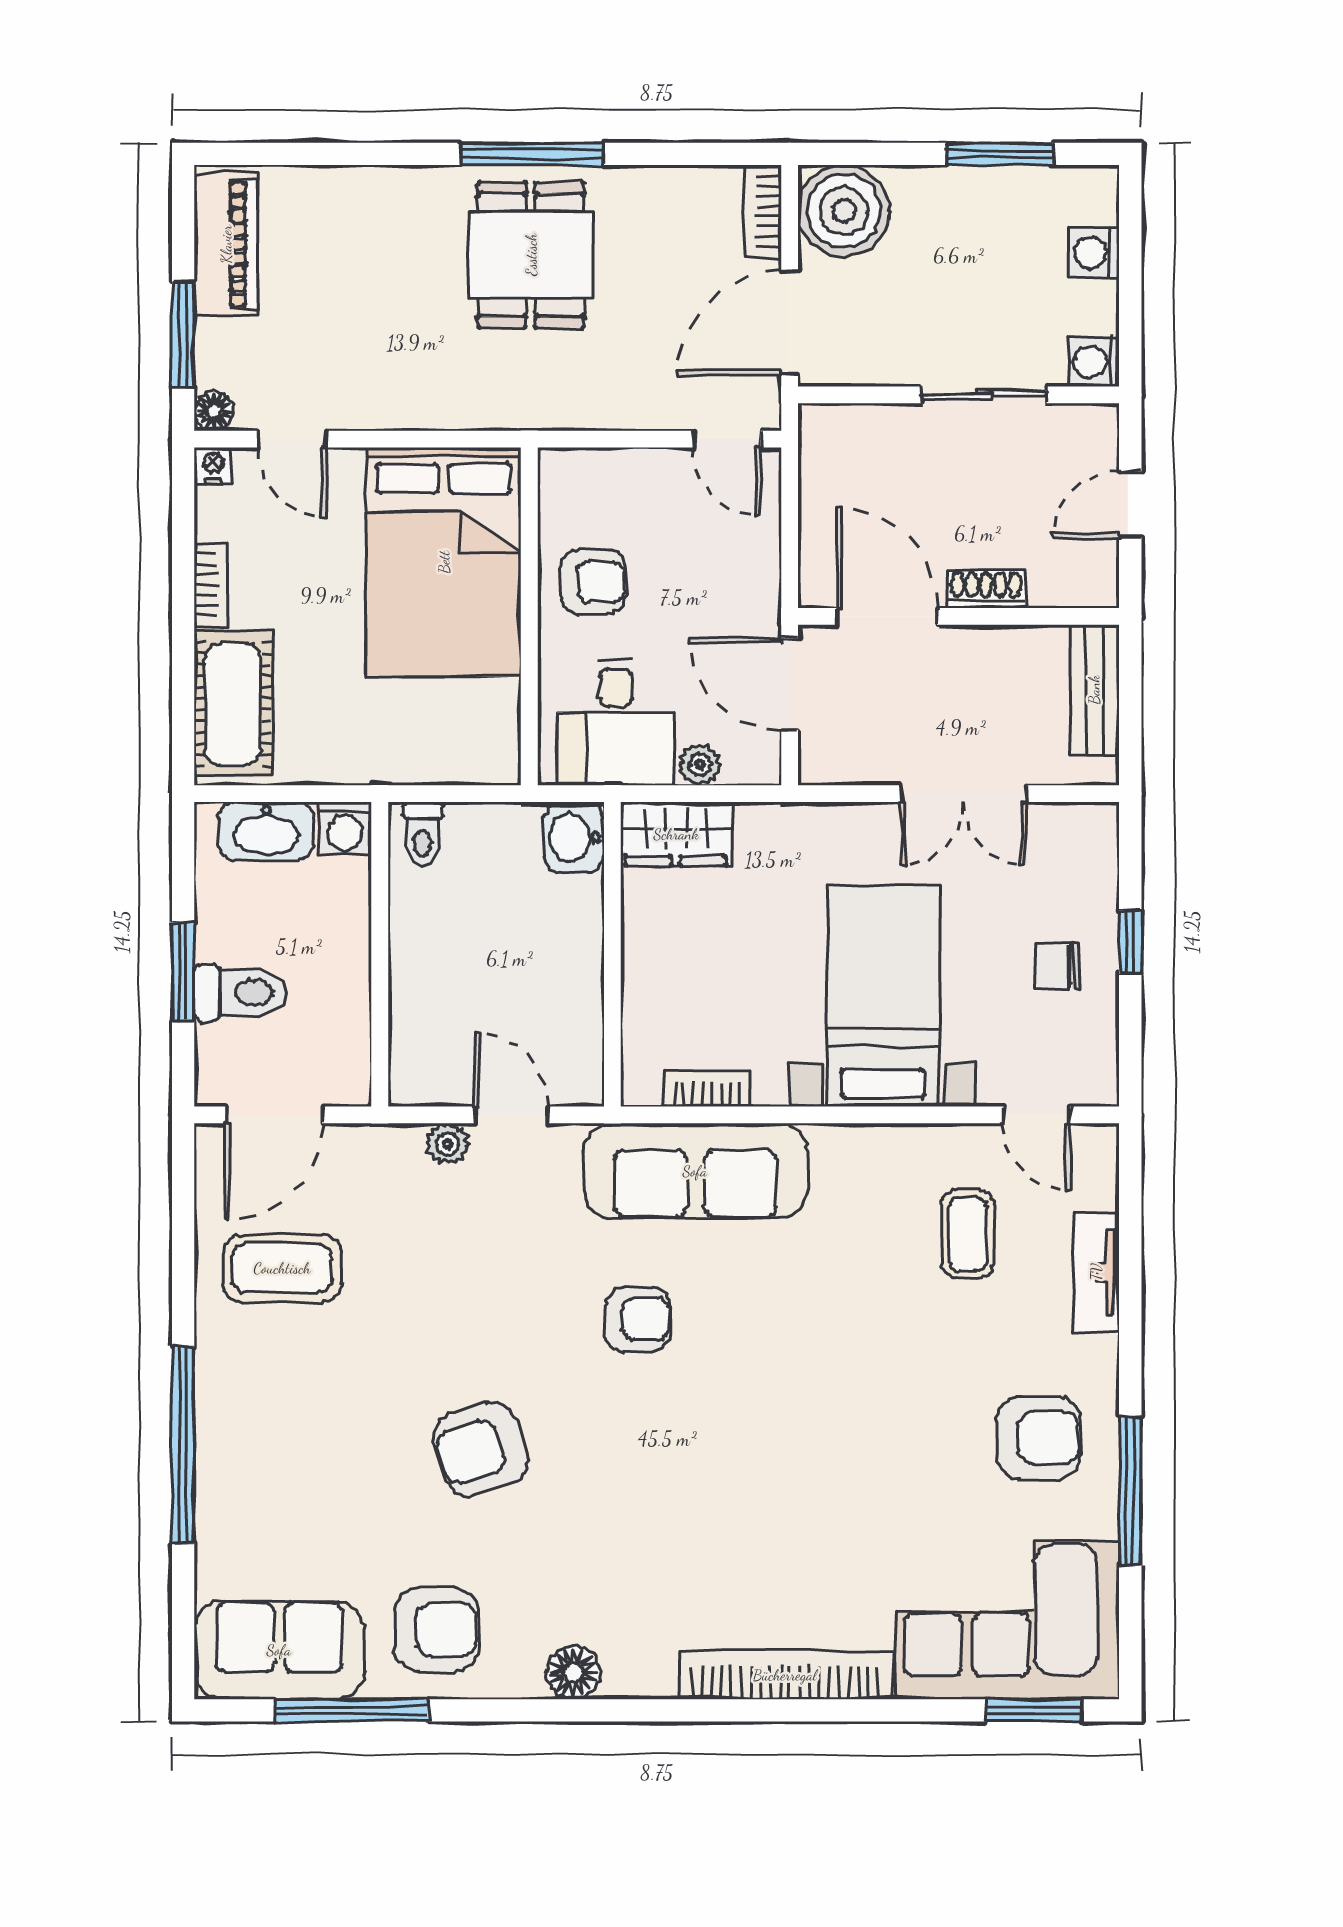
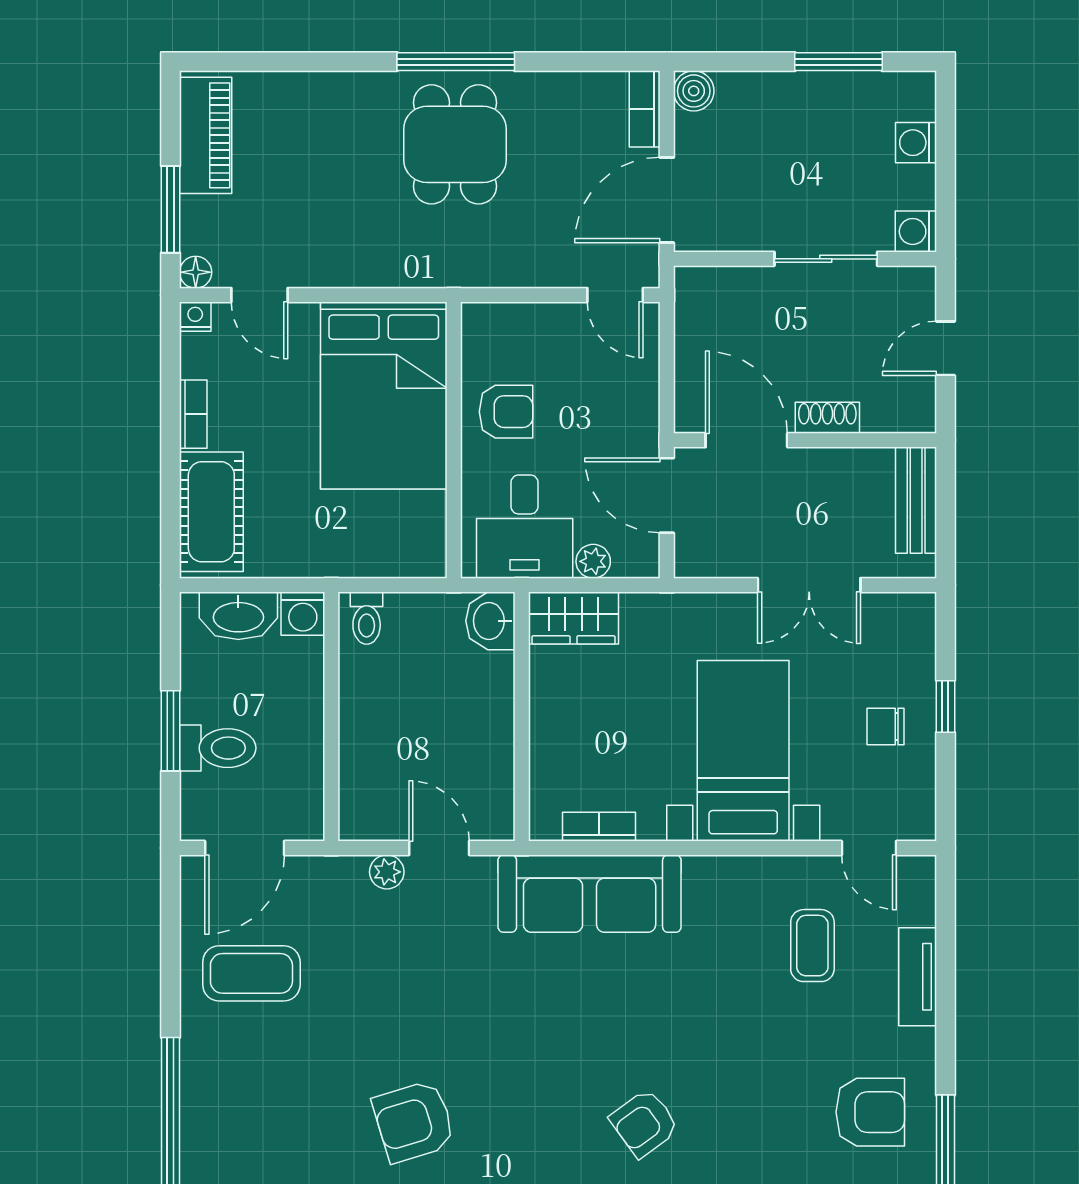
boiler: (844, 211) -> (694, 91), width x0.54, depth x0.54
armchair: (638, 1319) -> (644, 1123), moved, turned 144

